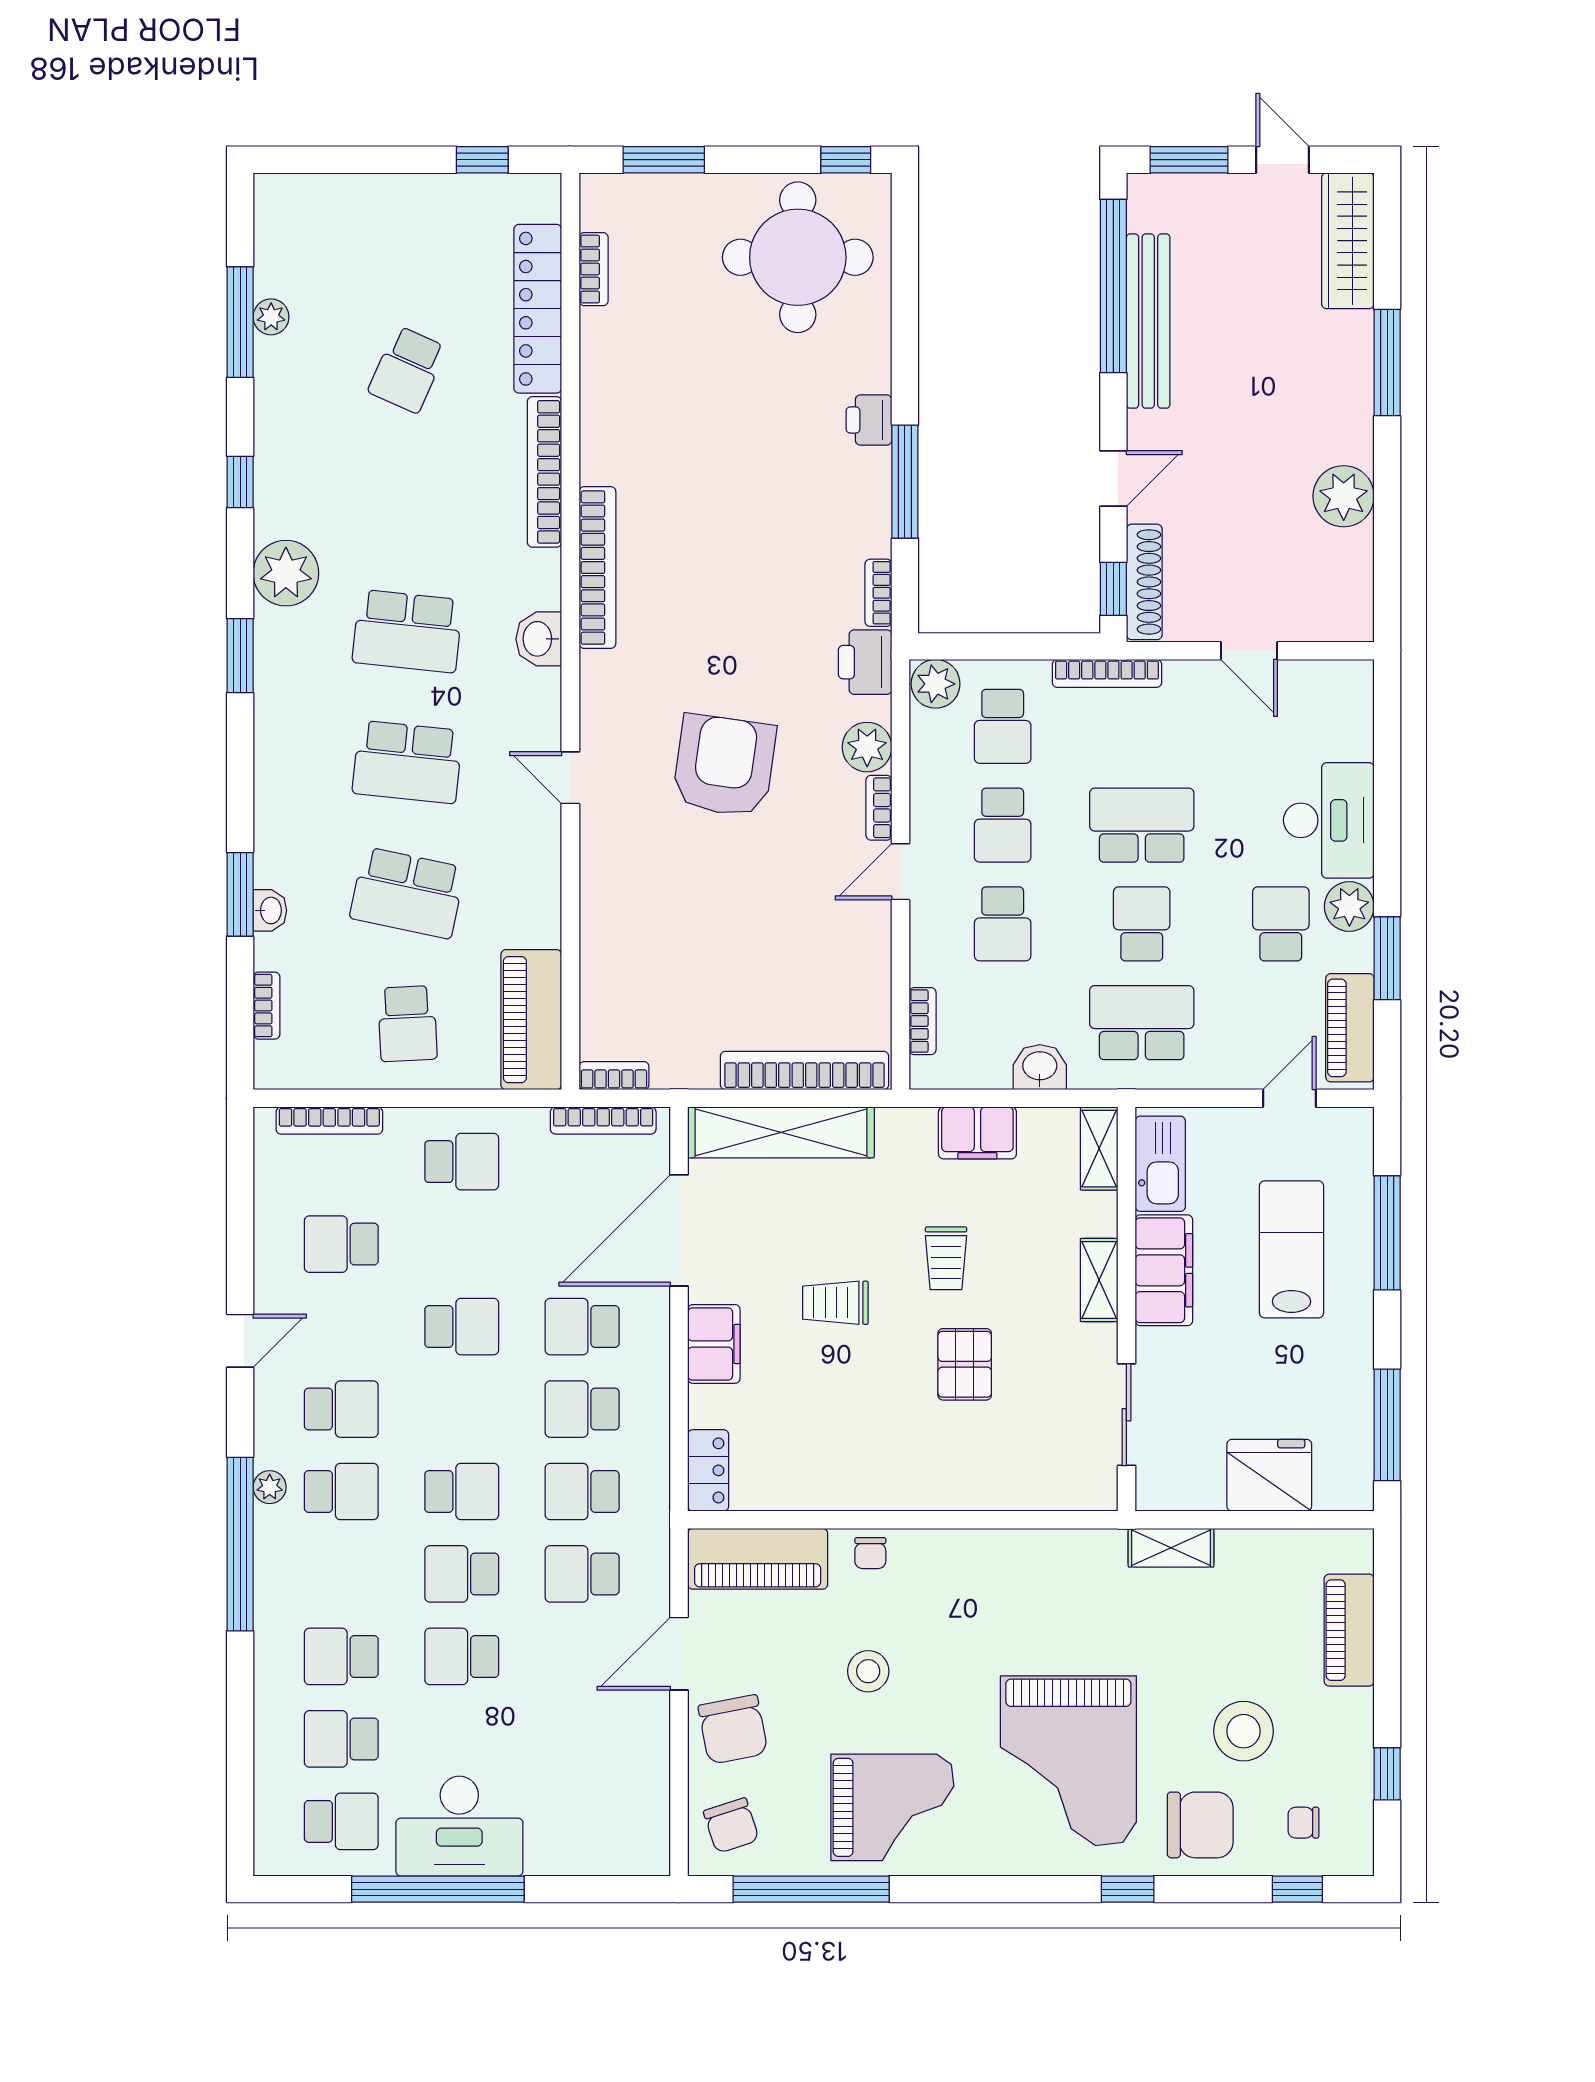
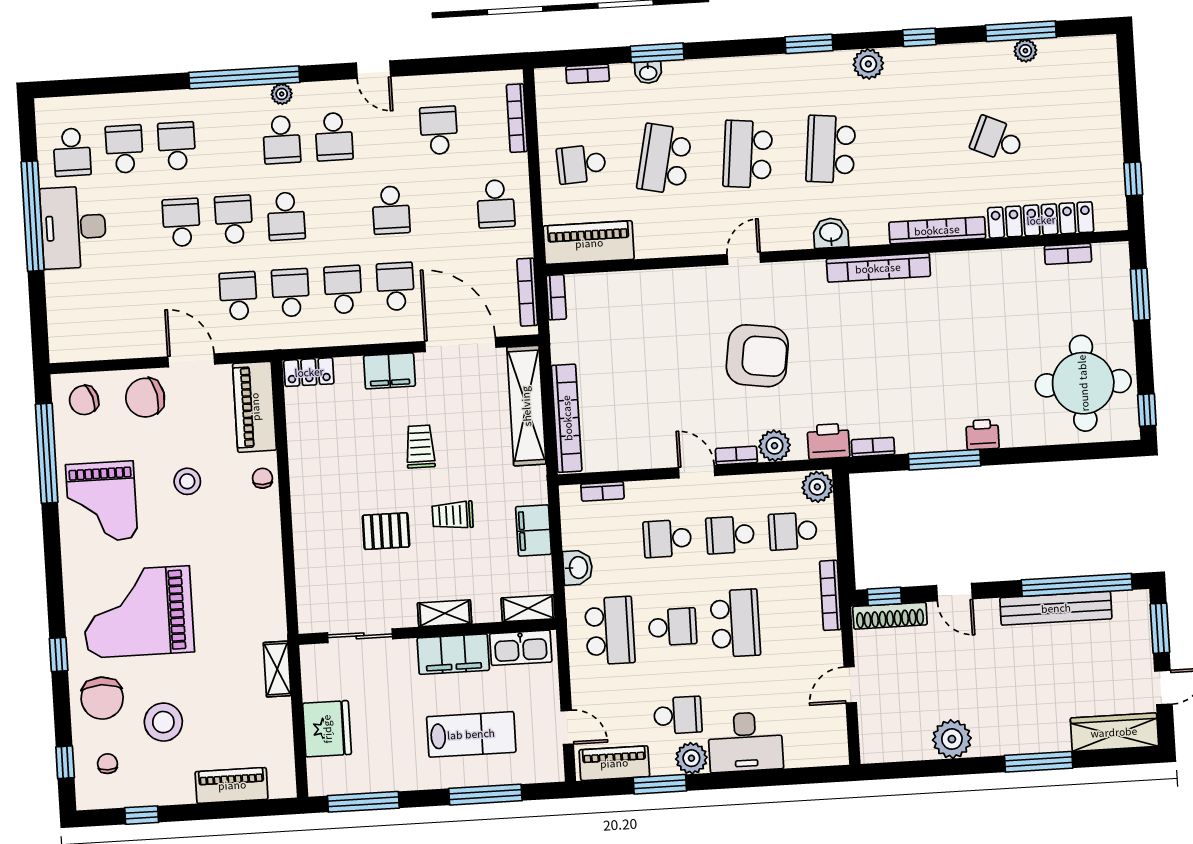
plant: (286, 573) -> (868, 64), width x0.73, depth x0.73
chair: (870, 1553) -> (262, 478), turned 90

